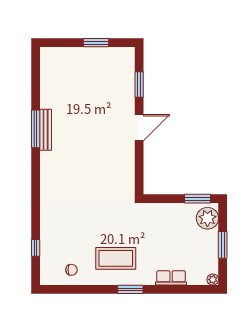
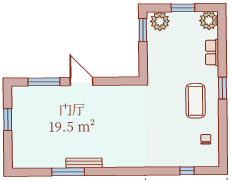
window: (139, 85) -> (44, 82), width x1.44
window: (36, 129) -> (68, 172), moved
plant: (213, 279) -> (209, 21), width x1.87, depth x1.87

